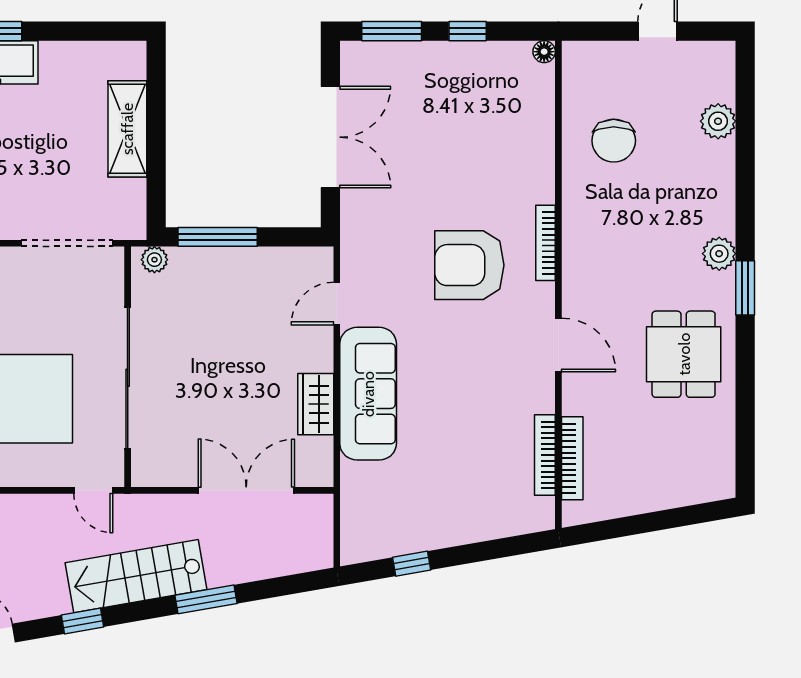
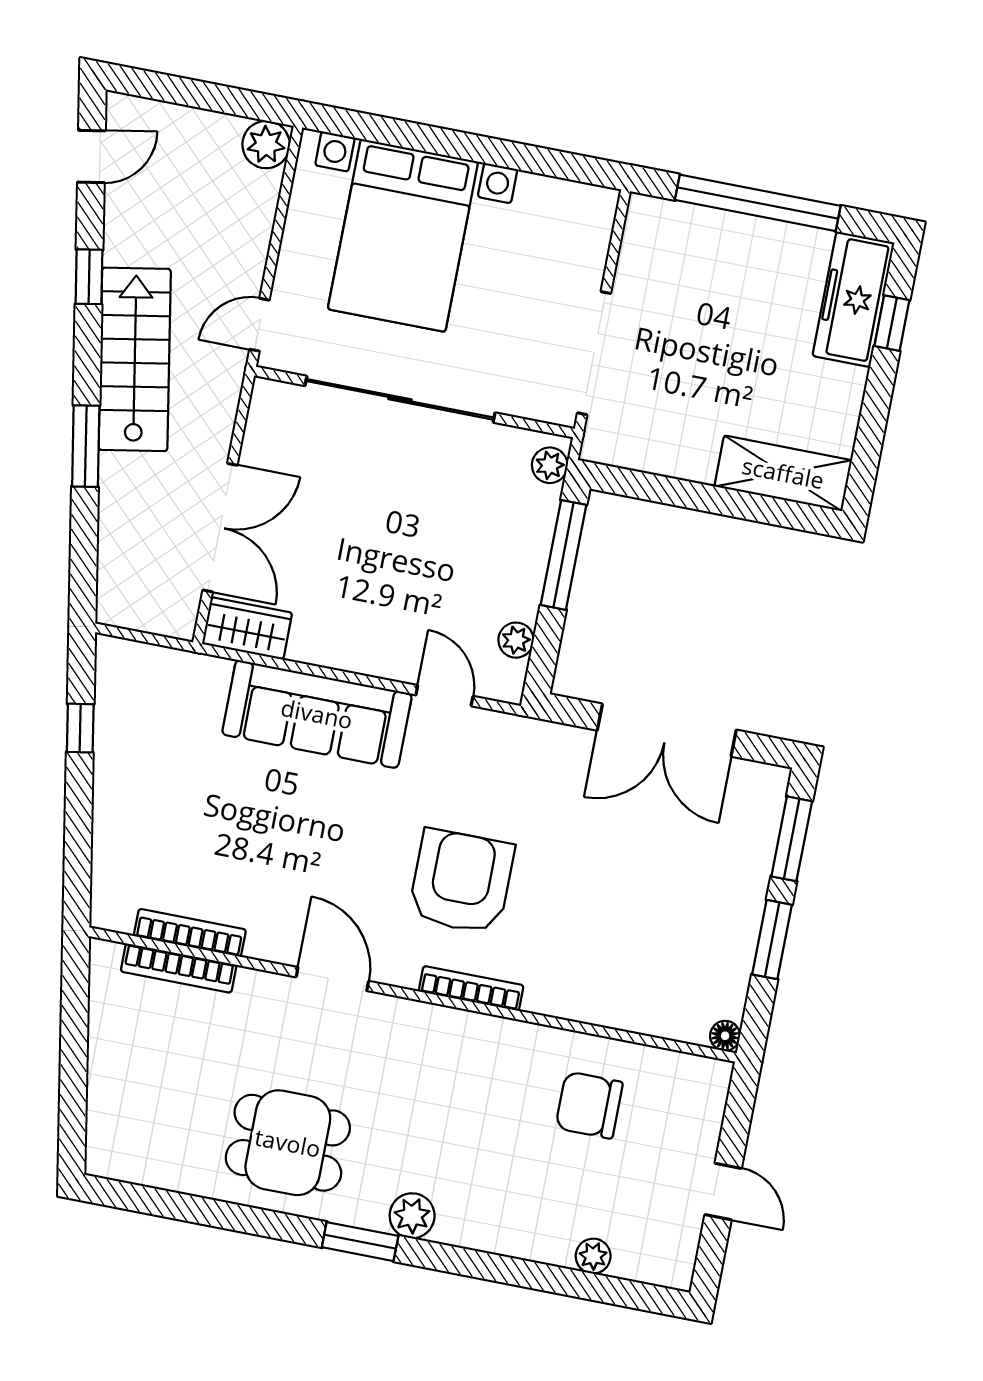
window: (468, 31) -> (772, 940), width x1.50
plant: (718, 121) -> (593, 1256), width x0.73, depth x0.73
shelving: (127, 129) -> (783, 473), moved
plant: (286, 259) -> (516, 640), added
door: (558, 345) -> (332, 979), swing flipped
wardrobe: (316, 404) -> (247, 628), moved

